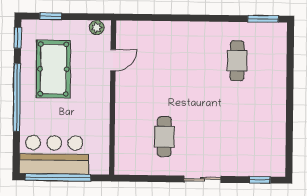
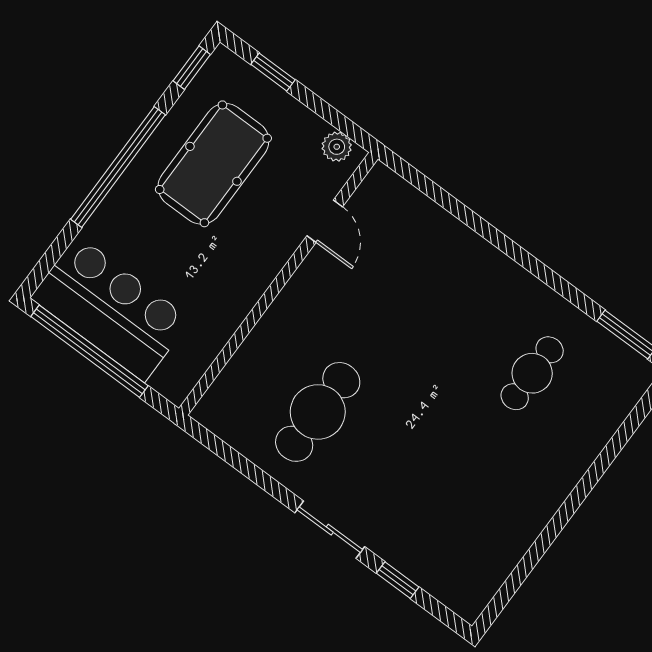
door: (113, 60) -> (325, 221), hinge flipped
cafe table: (164, 137) -> (318, 412), width x1.37, depth x1.35
window: (260, 180) -> (398, 580), moved

